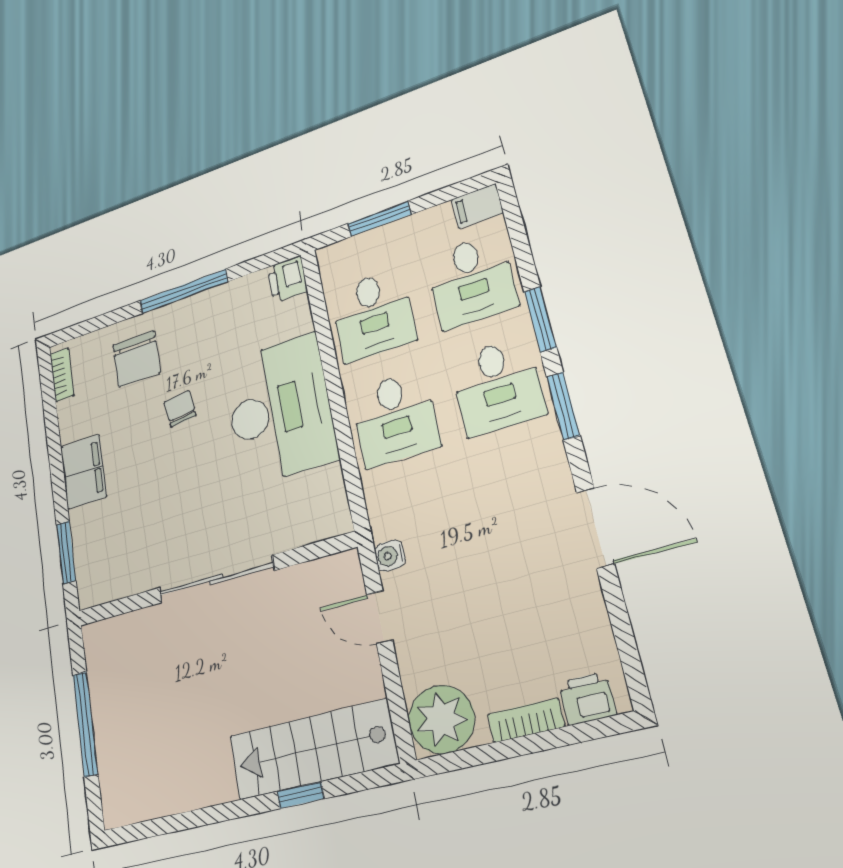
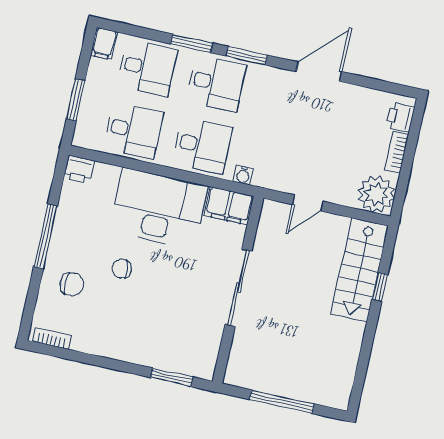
chair: (136, 359) -> (72, 284), width x0.73, depth x0.73
filing cabinet: (83, 472) -> (229, 206), moved, turned 180
water cooler: (390, 556) -> (243, 175), moved

